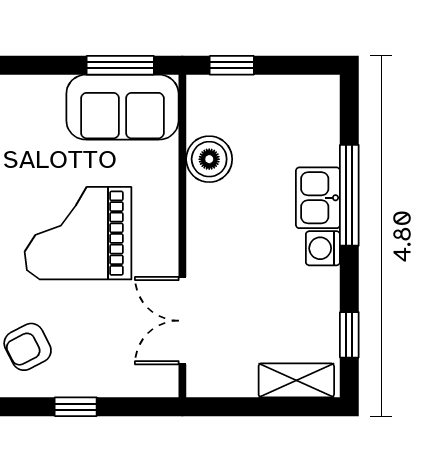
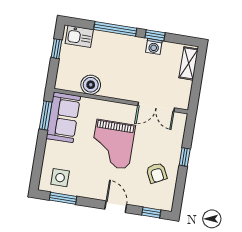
window: (232, 65) -> (56, 49), moved
kitchen sink: (318, 198) -> (79, 36), moved
washing machine: (323, 248) -> (154, 46), moved
window: (349, 335) -> (155, 35), moved

